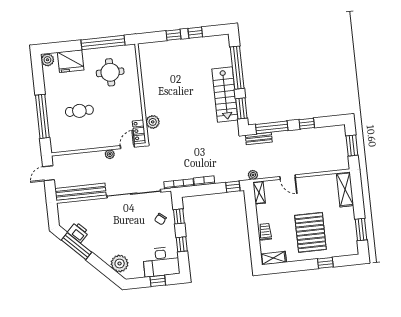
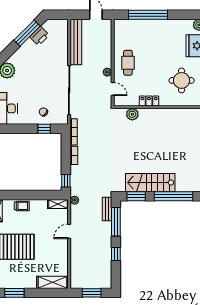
cafe table: (79, 111) -> (128, 63), moved
locker: (139, 131) -> (149, 101), moved
window: (182, 244) -> (19, 129), removed

